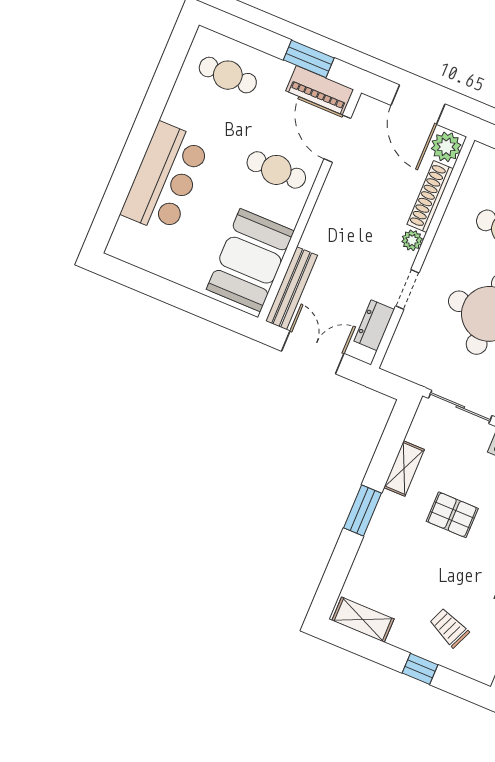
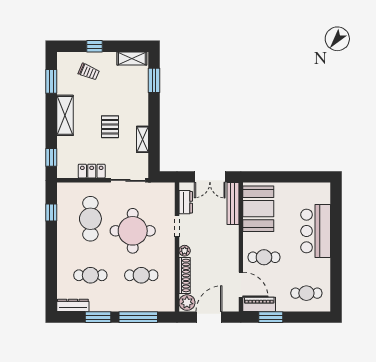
door: (418, 105) -> (209, 317), hinge flipped
window: (362, 511) -> (154, 80), moved
pallet: (452, 515) -> (110, 127), turned 90

